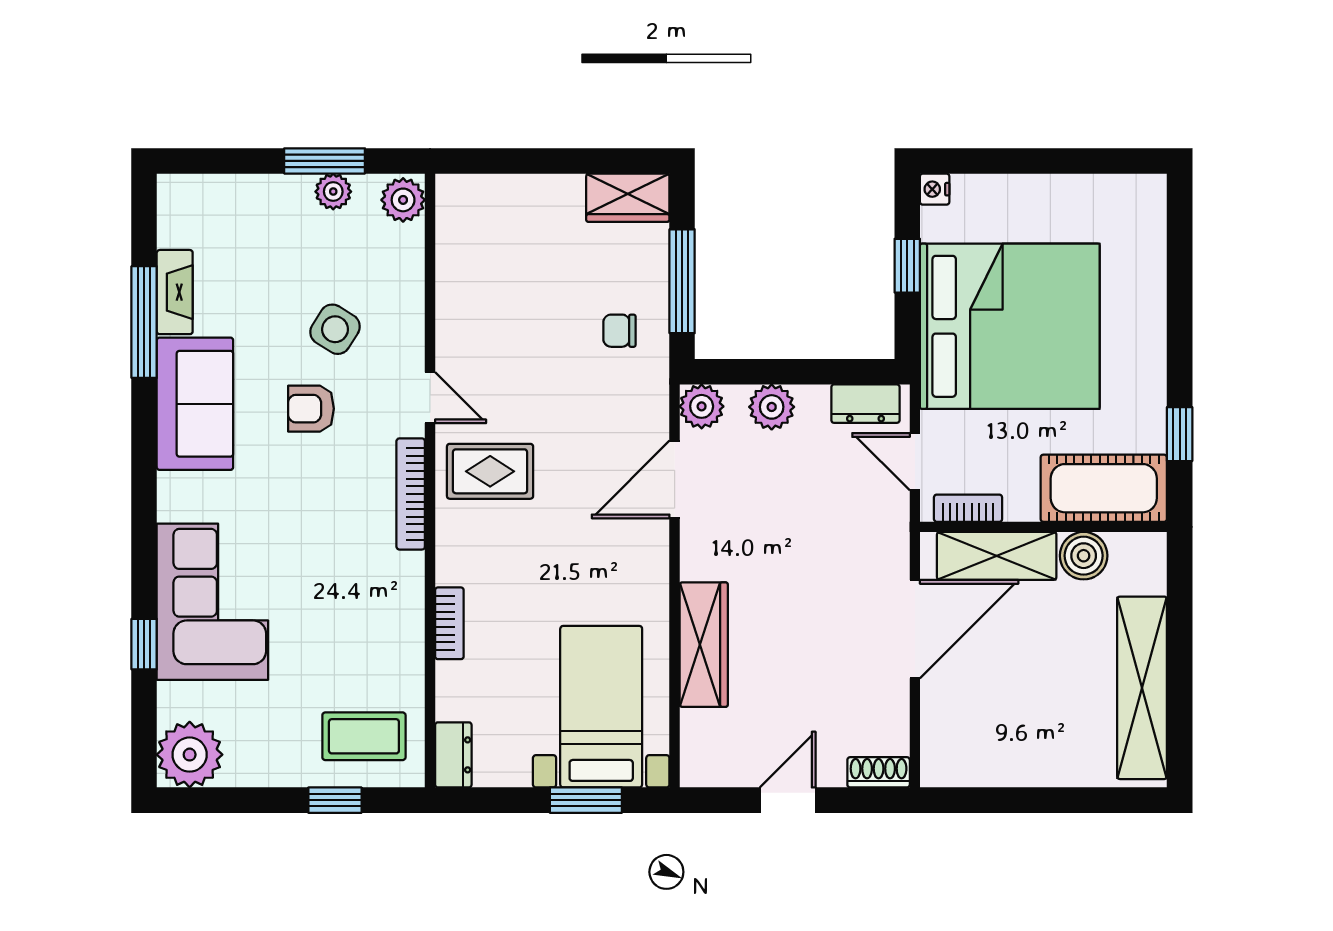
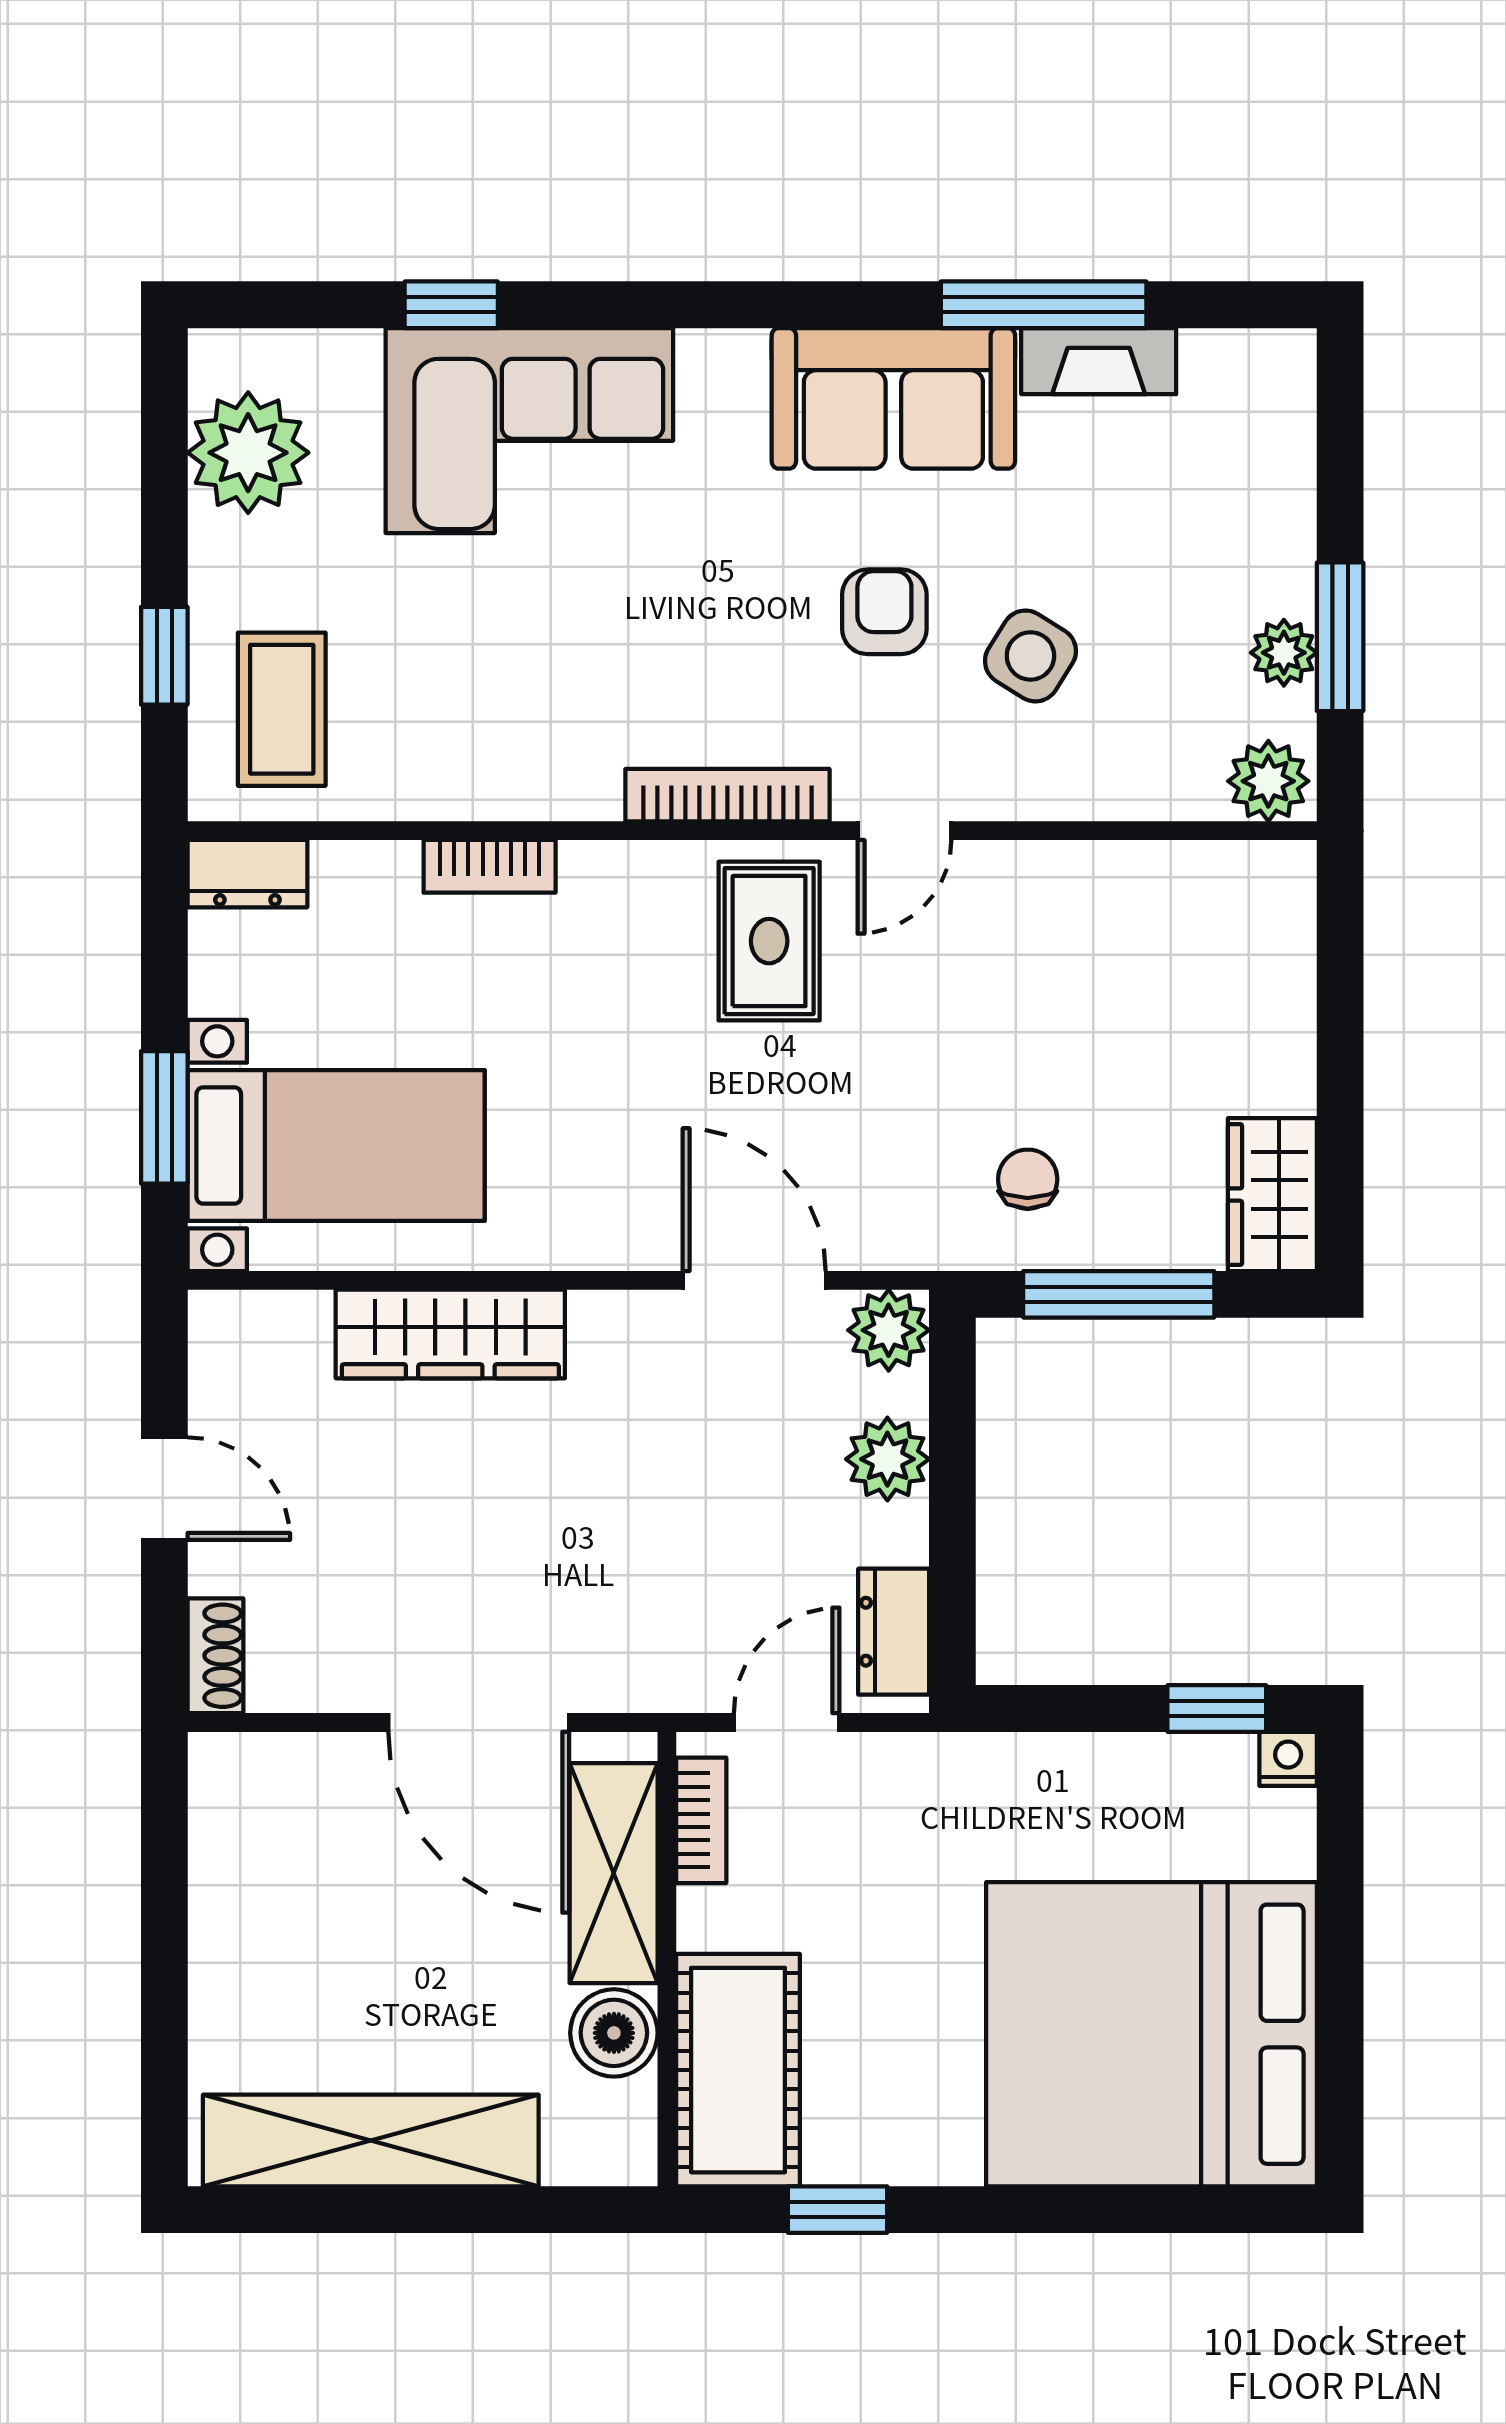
window: (907, 266) -> (1217, 1709), moved
bed: (1010, 326) -> (1151, 2034), moved, turned 90
plant: (190, 755) -> (248, 453), moved

